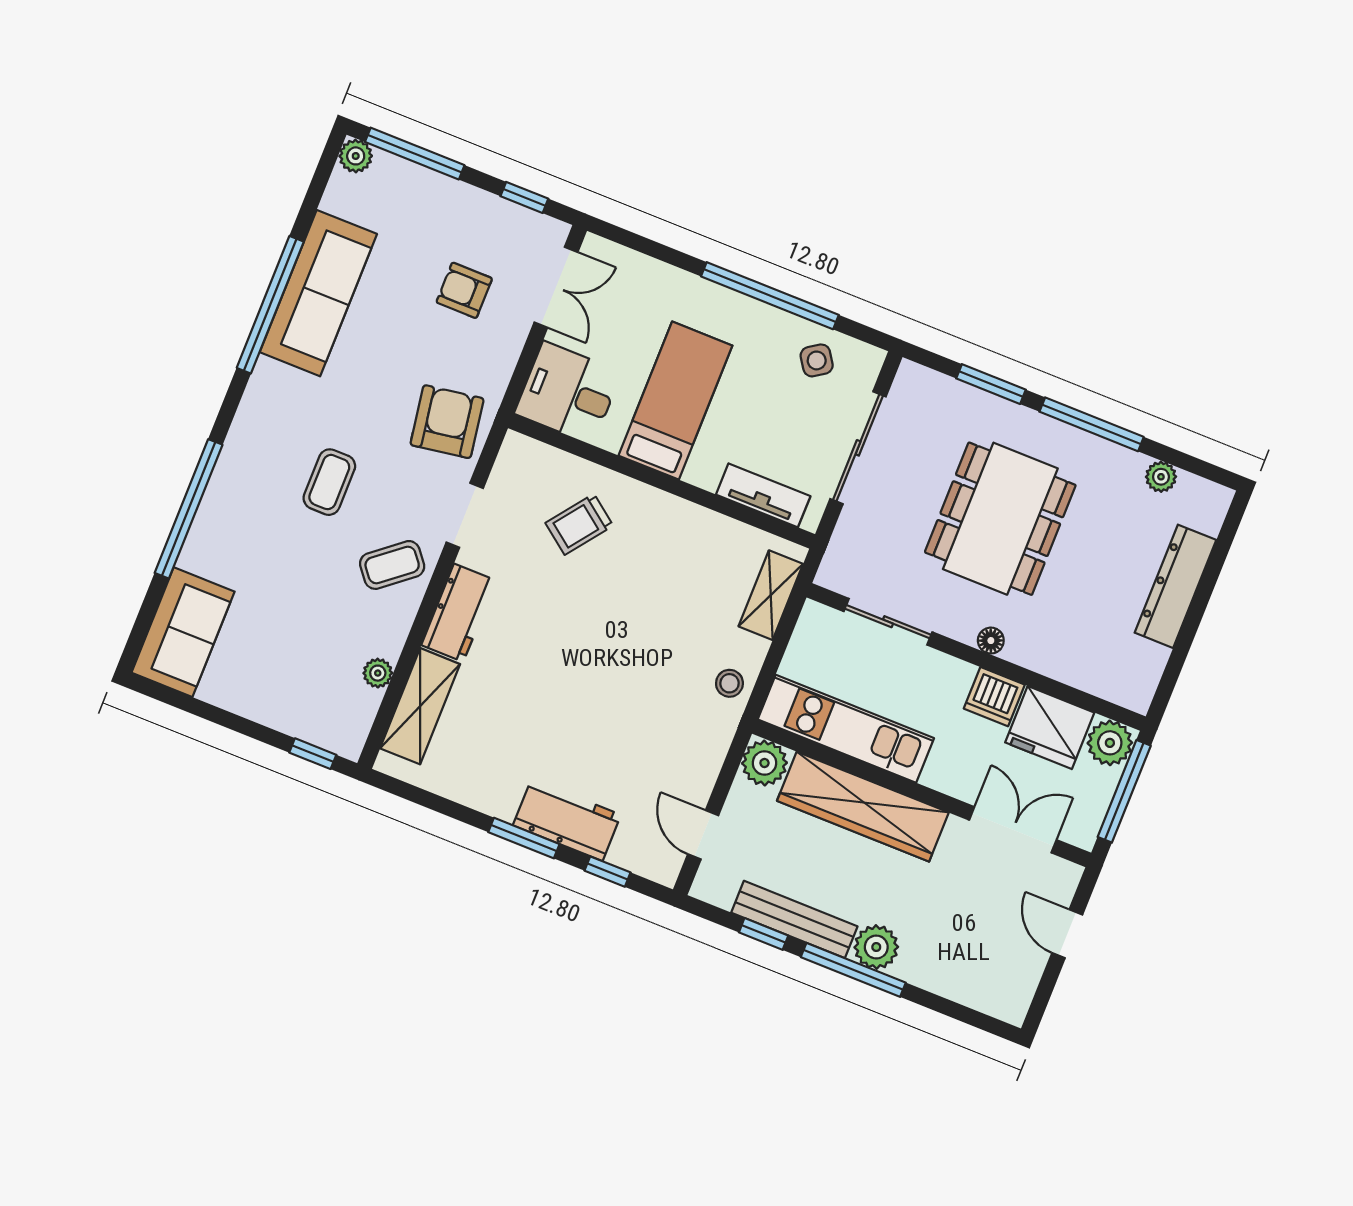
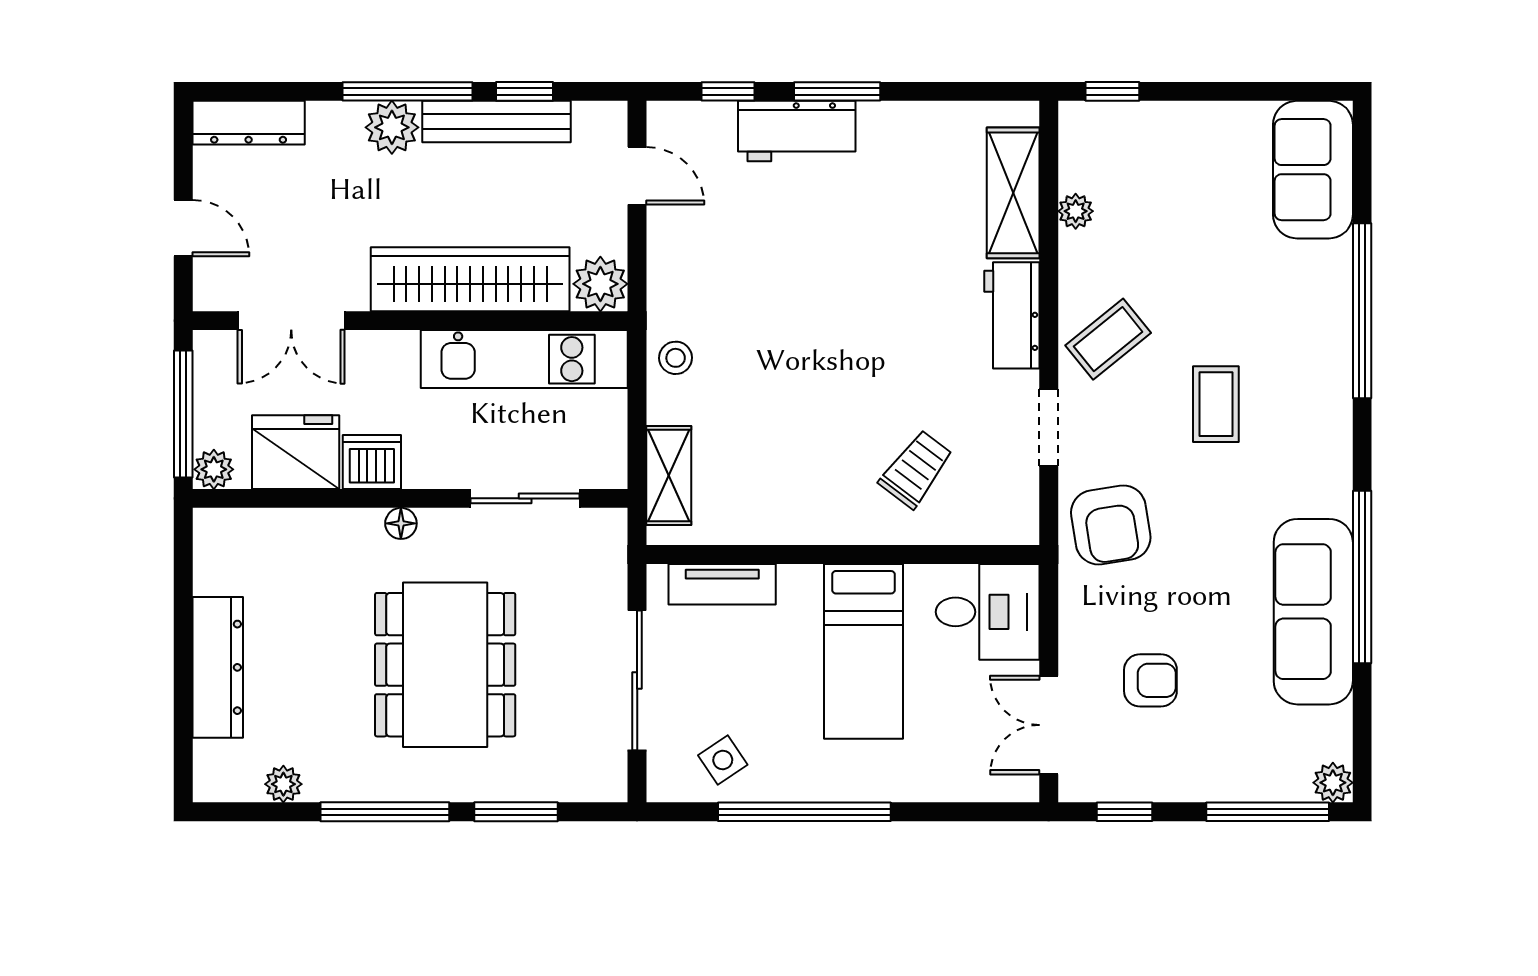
plant: (1110, 743) -> (214, 469), width x0.73, depth x0.73
dresser: (985, 995) -> (249, 123), added

